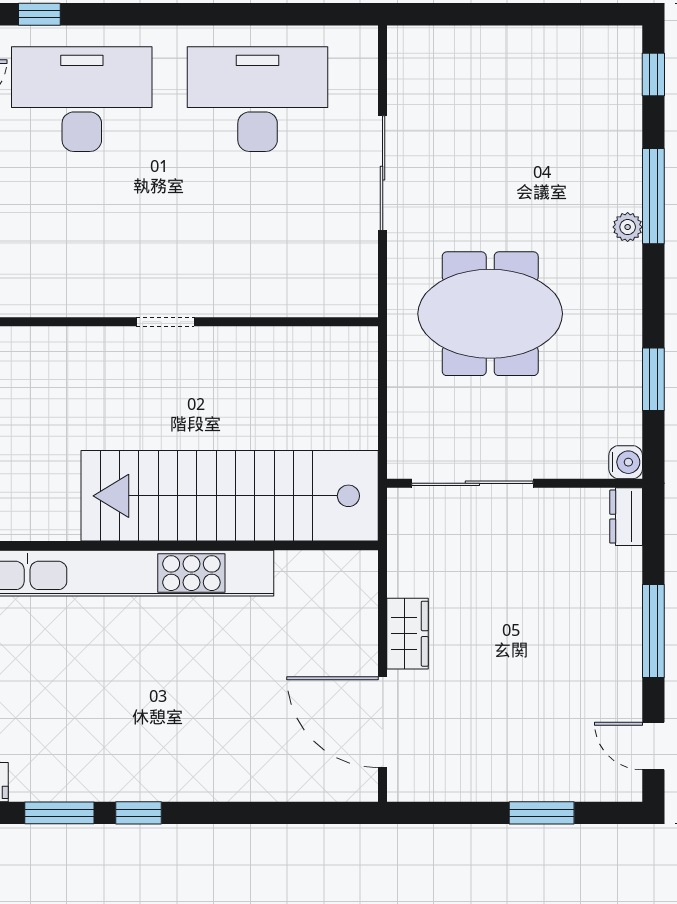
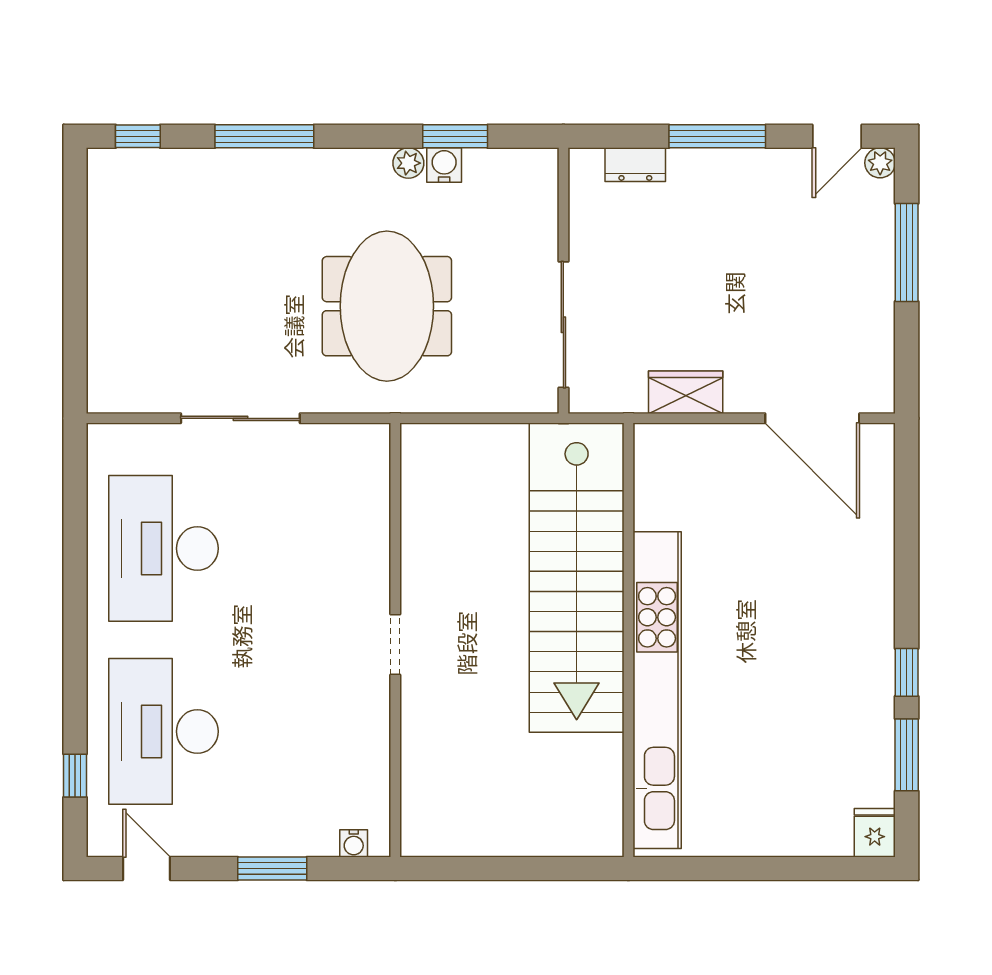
plant: (628, 227) -> (408, 163), moved
water cooler: (626, 462) -> (444, 165), moved
dresser: (626, 517) -> (635, 165), moved
wardrobe: (407, 634) -> (686, 392), moved
door: (383, 722) -> (812, 418), hinge flipped
plant: (628, 787) -> (880, 163), added
window: (542, 813) -> (907, 253), width x1.44

